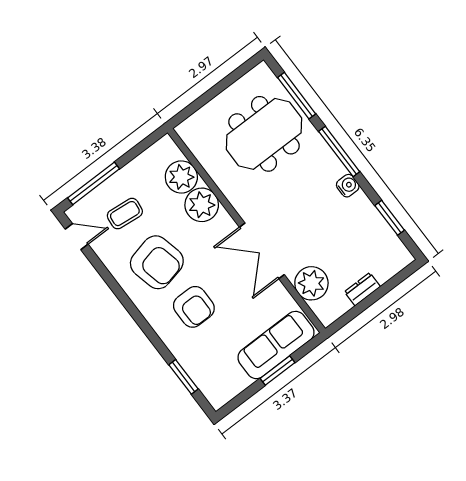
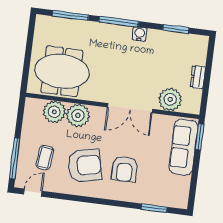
meeting table: (264, 134) -> (62, 71), moved, turned 90
armchair: (194, 307) -> (125, 169), turned 90
window: (278, 370) -> (200, 137), moved

